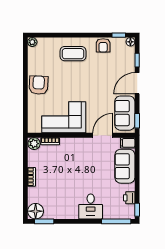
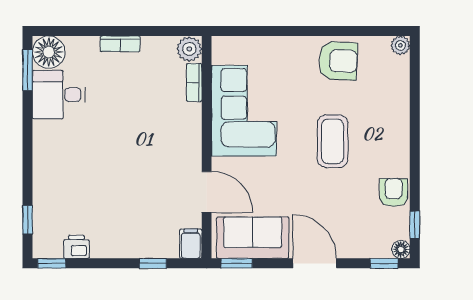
armchair: (103, 45) -> (394, 193), turned 90
coffee table: (73, 54) -> (333, 141), moved
window: (137, 60) -> (384, 263), moved
armchair: (39, 85) -> (338, 61), moved
window: (137, 161) -> (153, 263), added
sofa: (125, 166) -> (142, 238), removed
desk: (91, 206) -> (59, 95), moved
window: (116, 221) -> (28, 220), width x0.46

